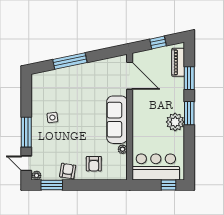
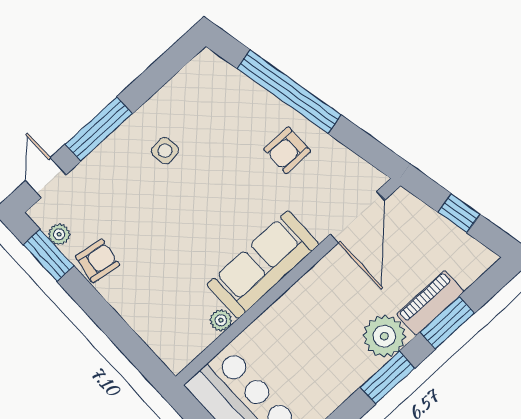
window: (70, 61) -> (289, 92), width x1.46
piano: (178, 62) -> (430, 303), moved
plant: (175, 122) -> (384, 336), moved
armchair: (94, 164) -> (287, 150), moved
plant: (37, 175) -> (59, 234), moved

